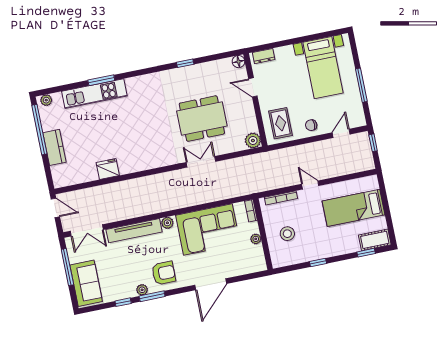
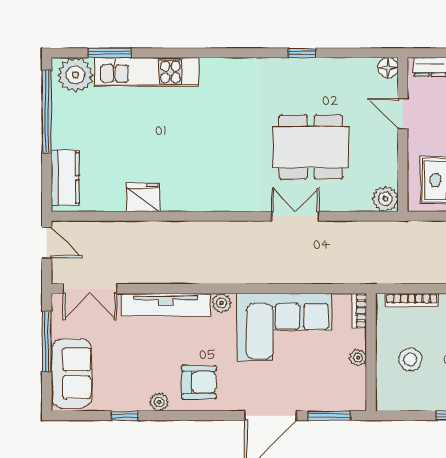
window: (101, 80) -> (109, 53), moved
plant: (46, 100) -> (75, 75), width x1.88, depth x1.88
kitchen counter: (55, 147) -> (65, 178), moved
window: (152, 296) -> (329, 416), moved

